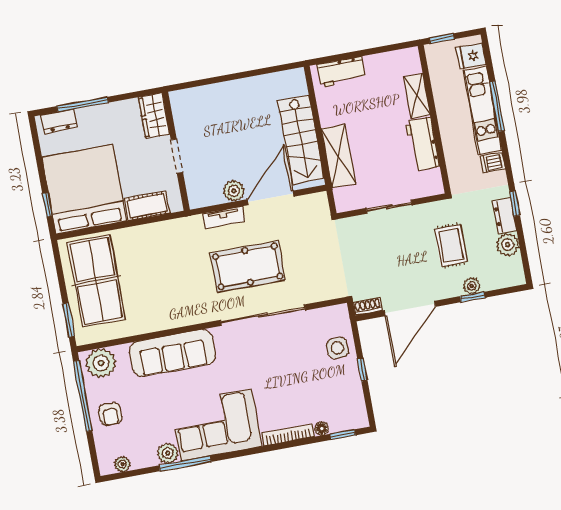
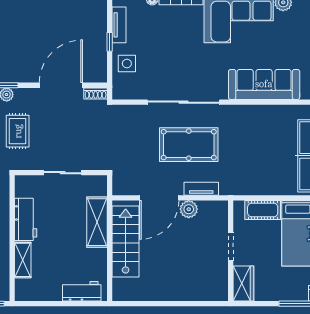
tv unit: (355, 391) -> (119, 25), added

